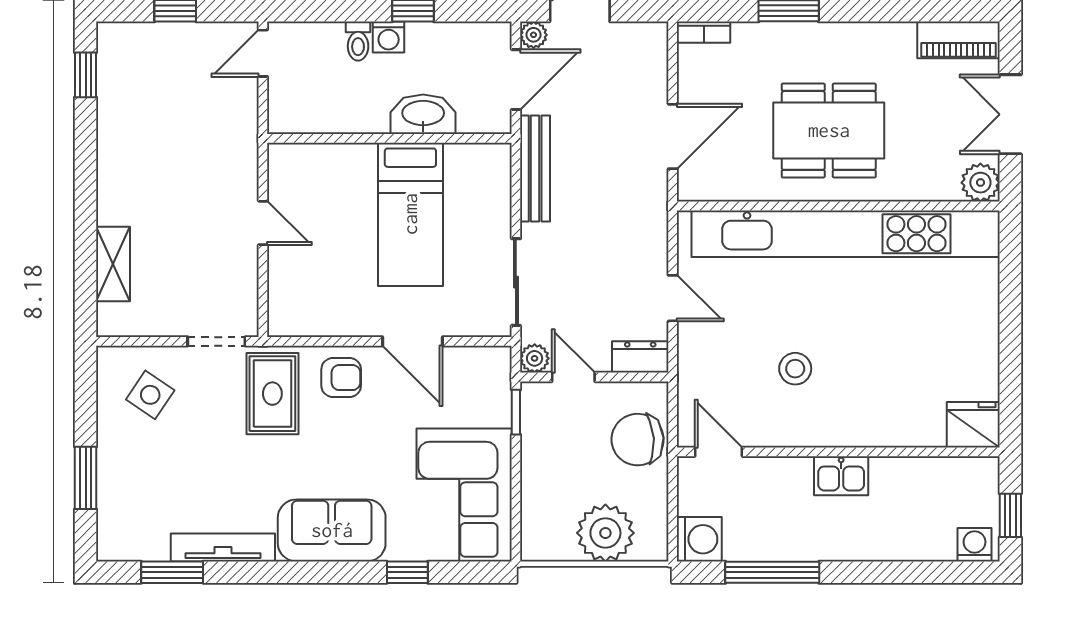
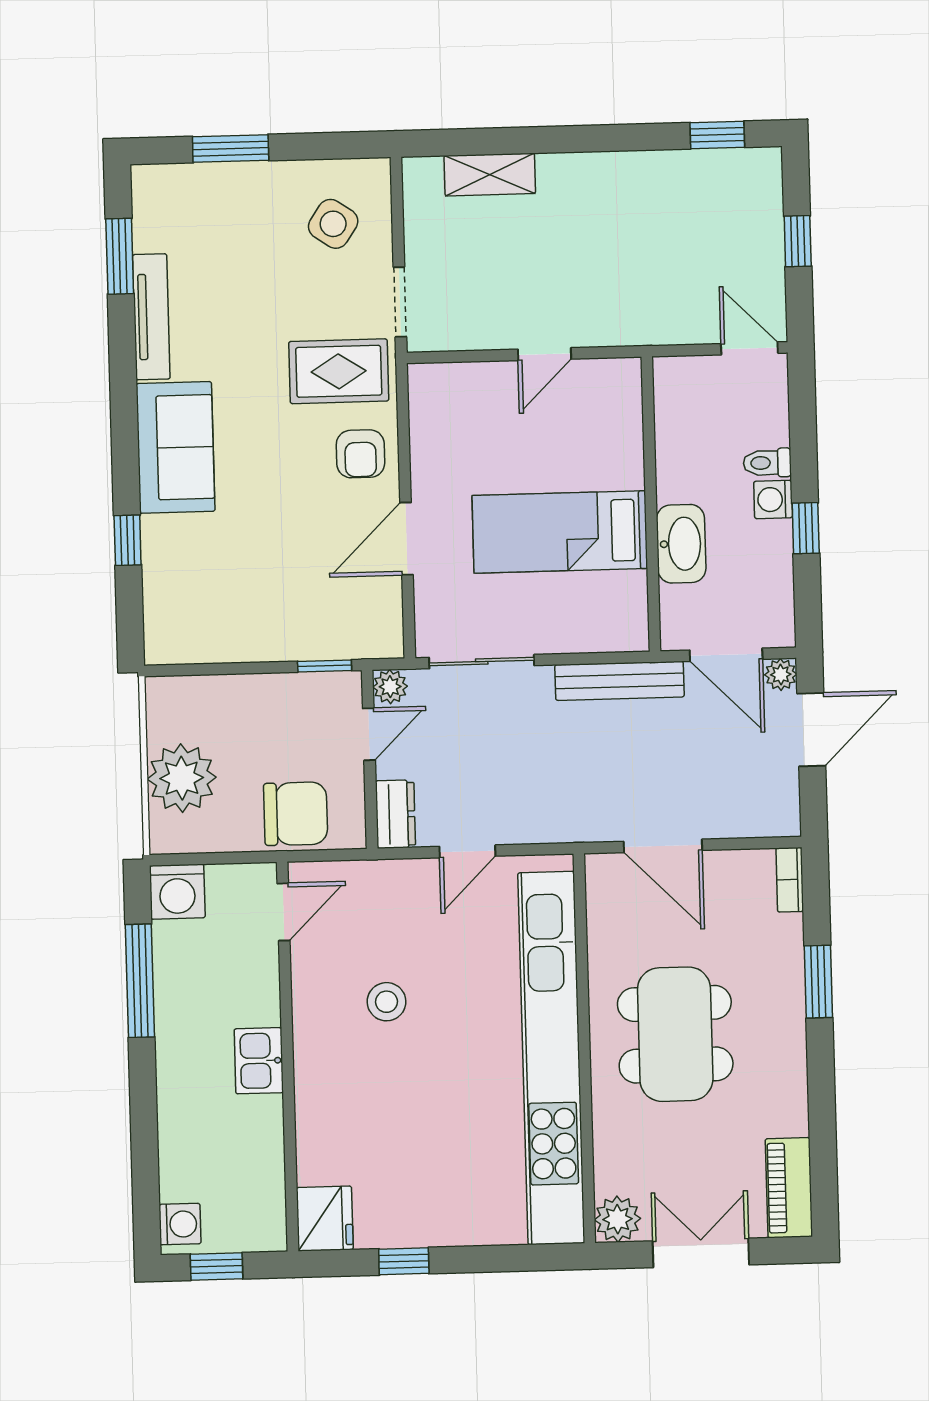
window: (1010, 360) -> (404, 1261), added
chair: (638, 440) -> (296, 814), turned 94
corner sofa: (464, 495) -> (223, 606), removed

